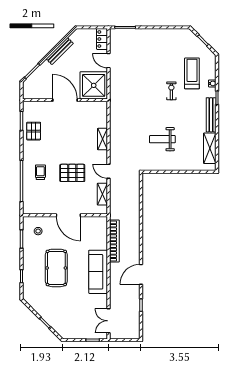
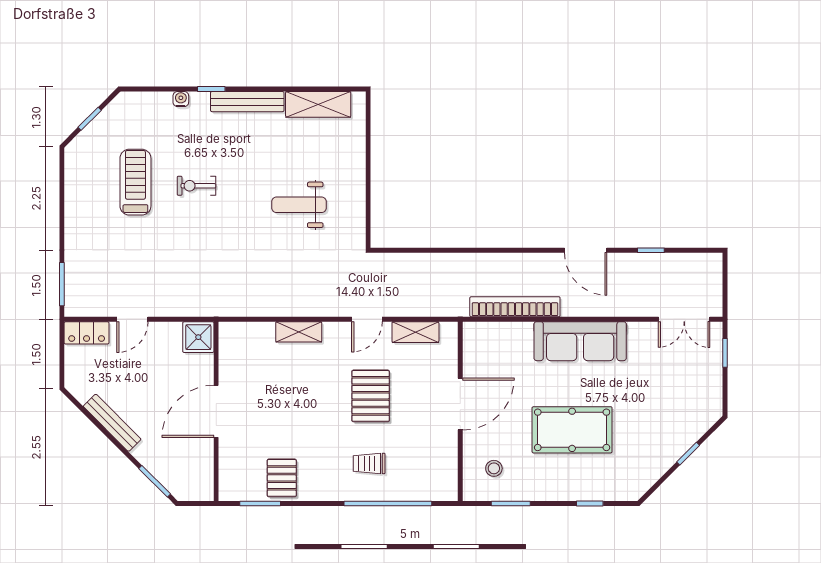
treadmill: (192, 73) -> (135, 182), moved, turned 90
shower: (94, 85) -> (198, 337), width x0.54, depth x0.54
pallet: (34, 131) -> (282, 478), turned 90
weight bench: (162, 139) -> (299, 205), turned 90

